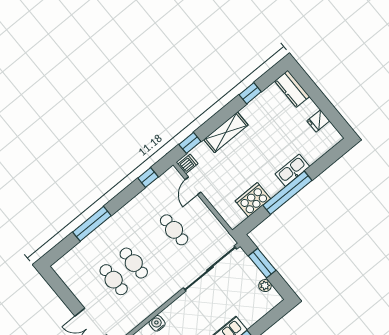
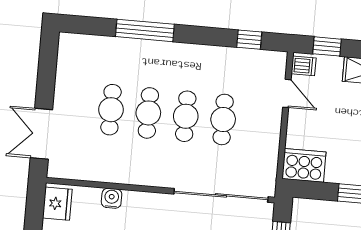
door: (193, 186) -> (287, 93), swing flipped
cooker: (253, 200) -> (304, 165), moved
cafe table: (154, 246) -> (186, 116), added

